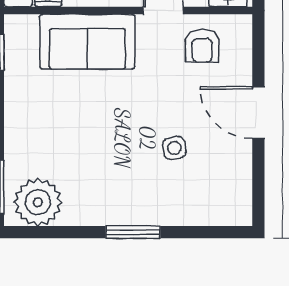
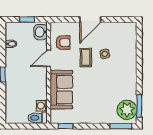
coffee table: (166, 102) -> (86, 57), added
window: (133, 232) -> (139, 106), moved

